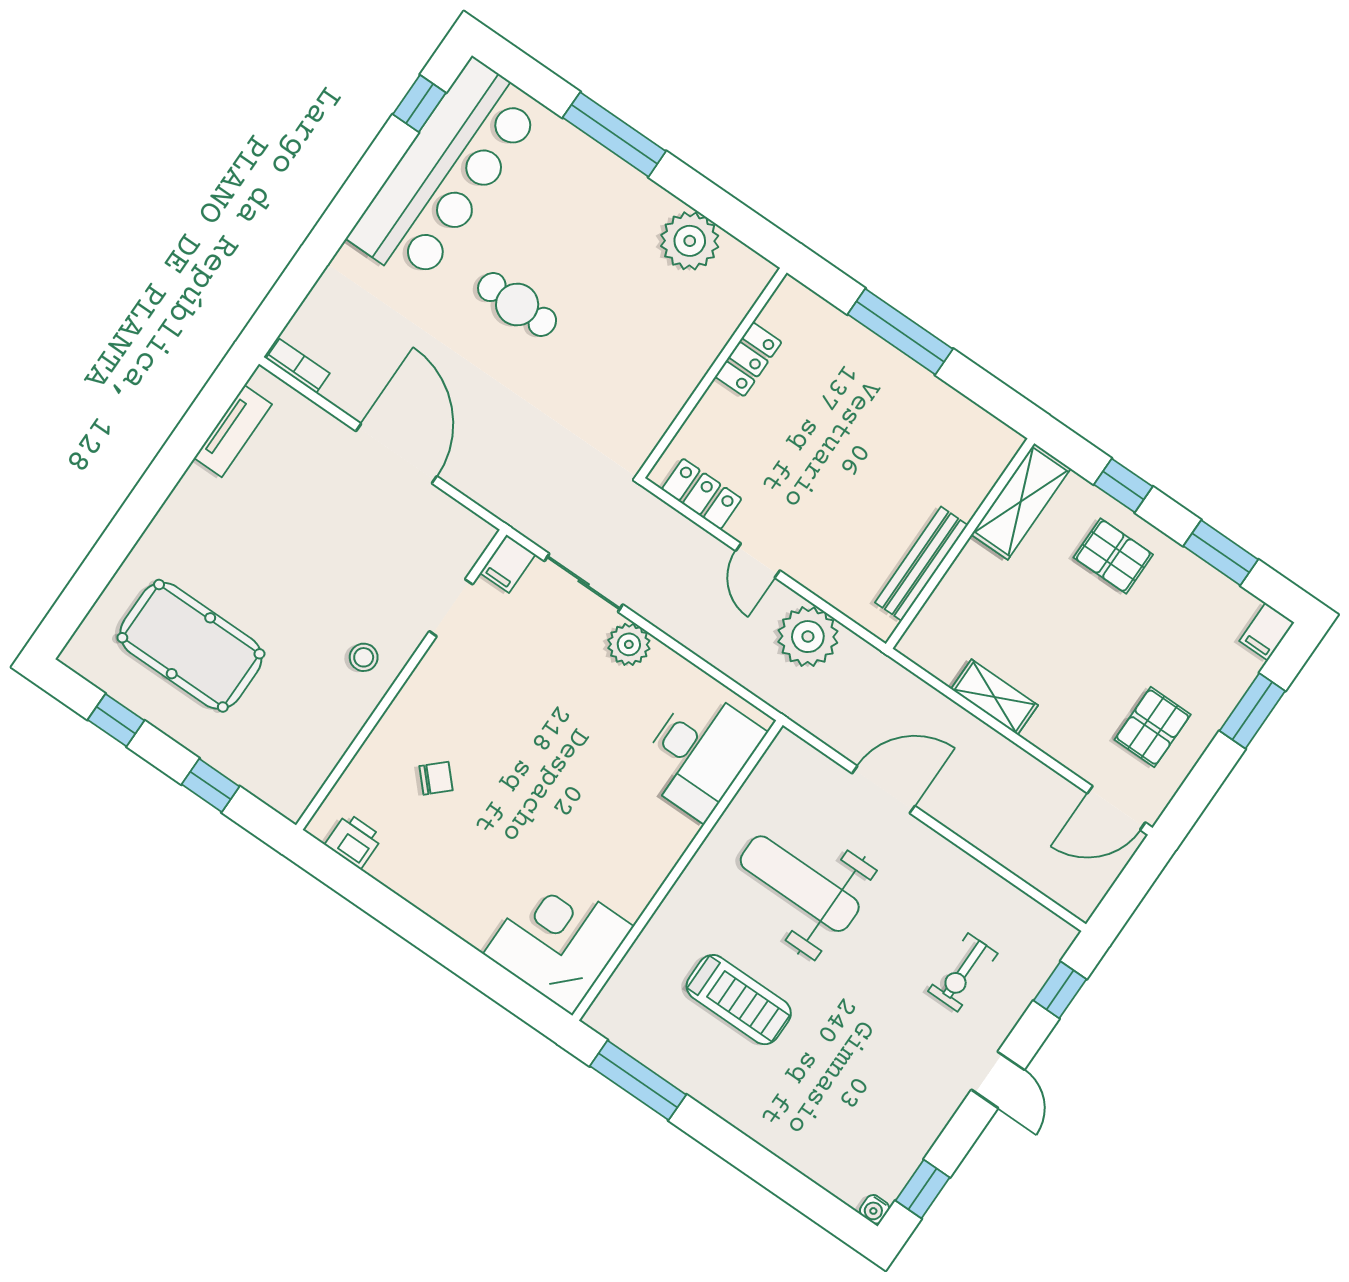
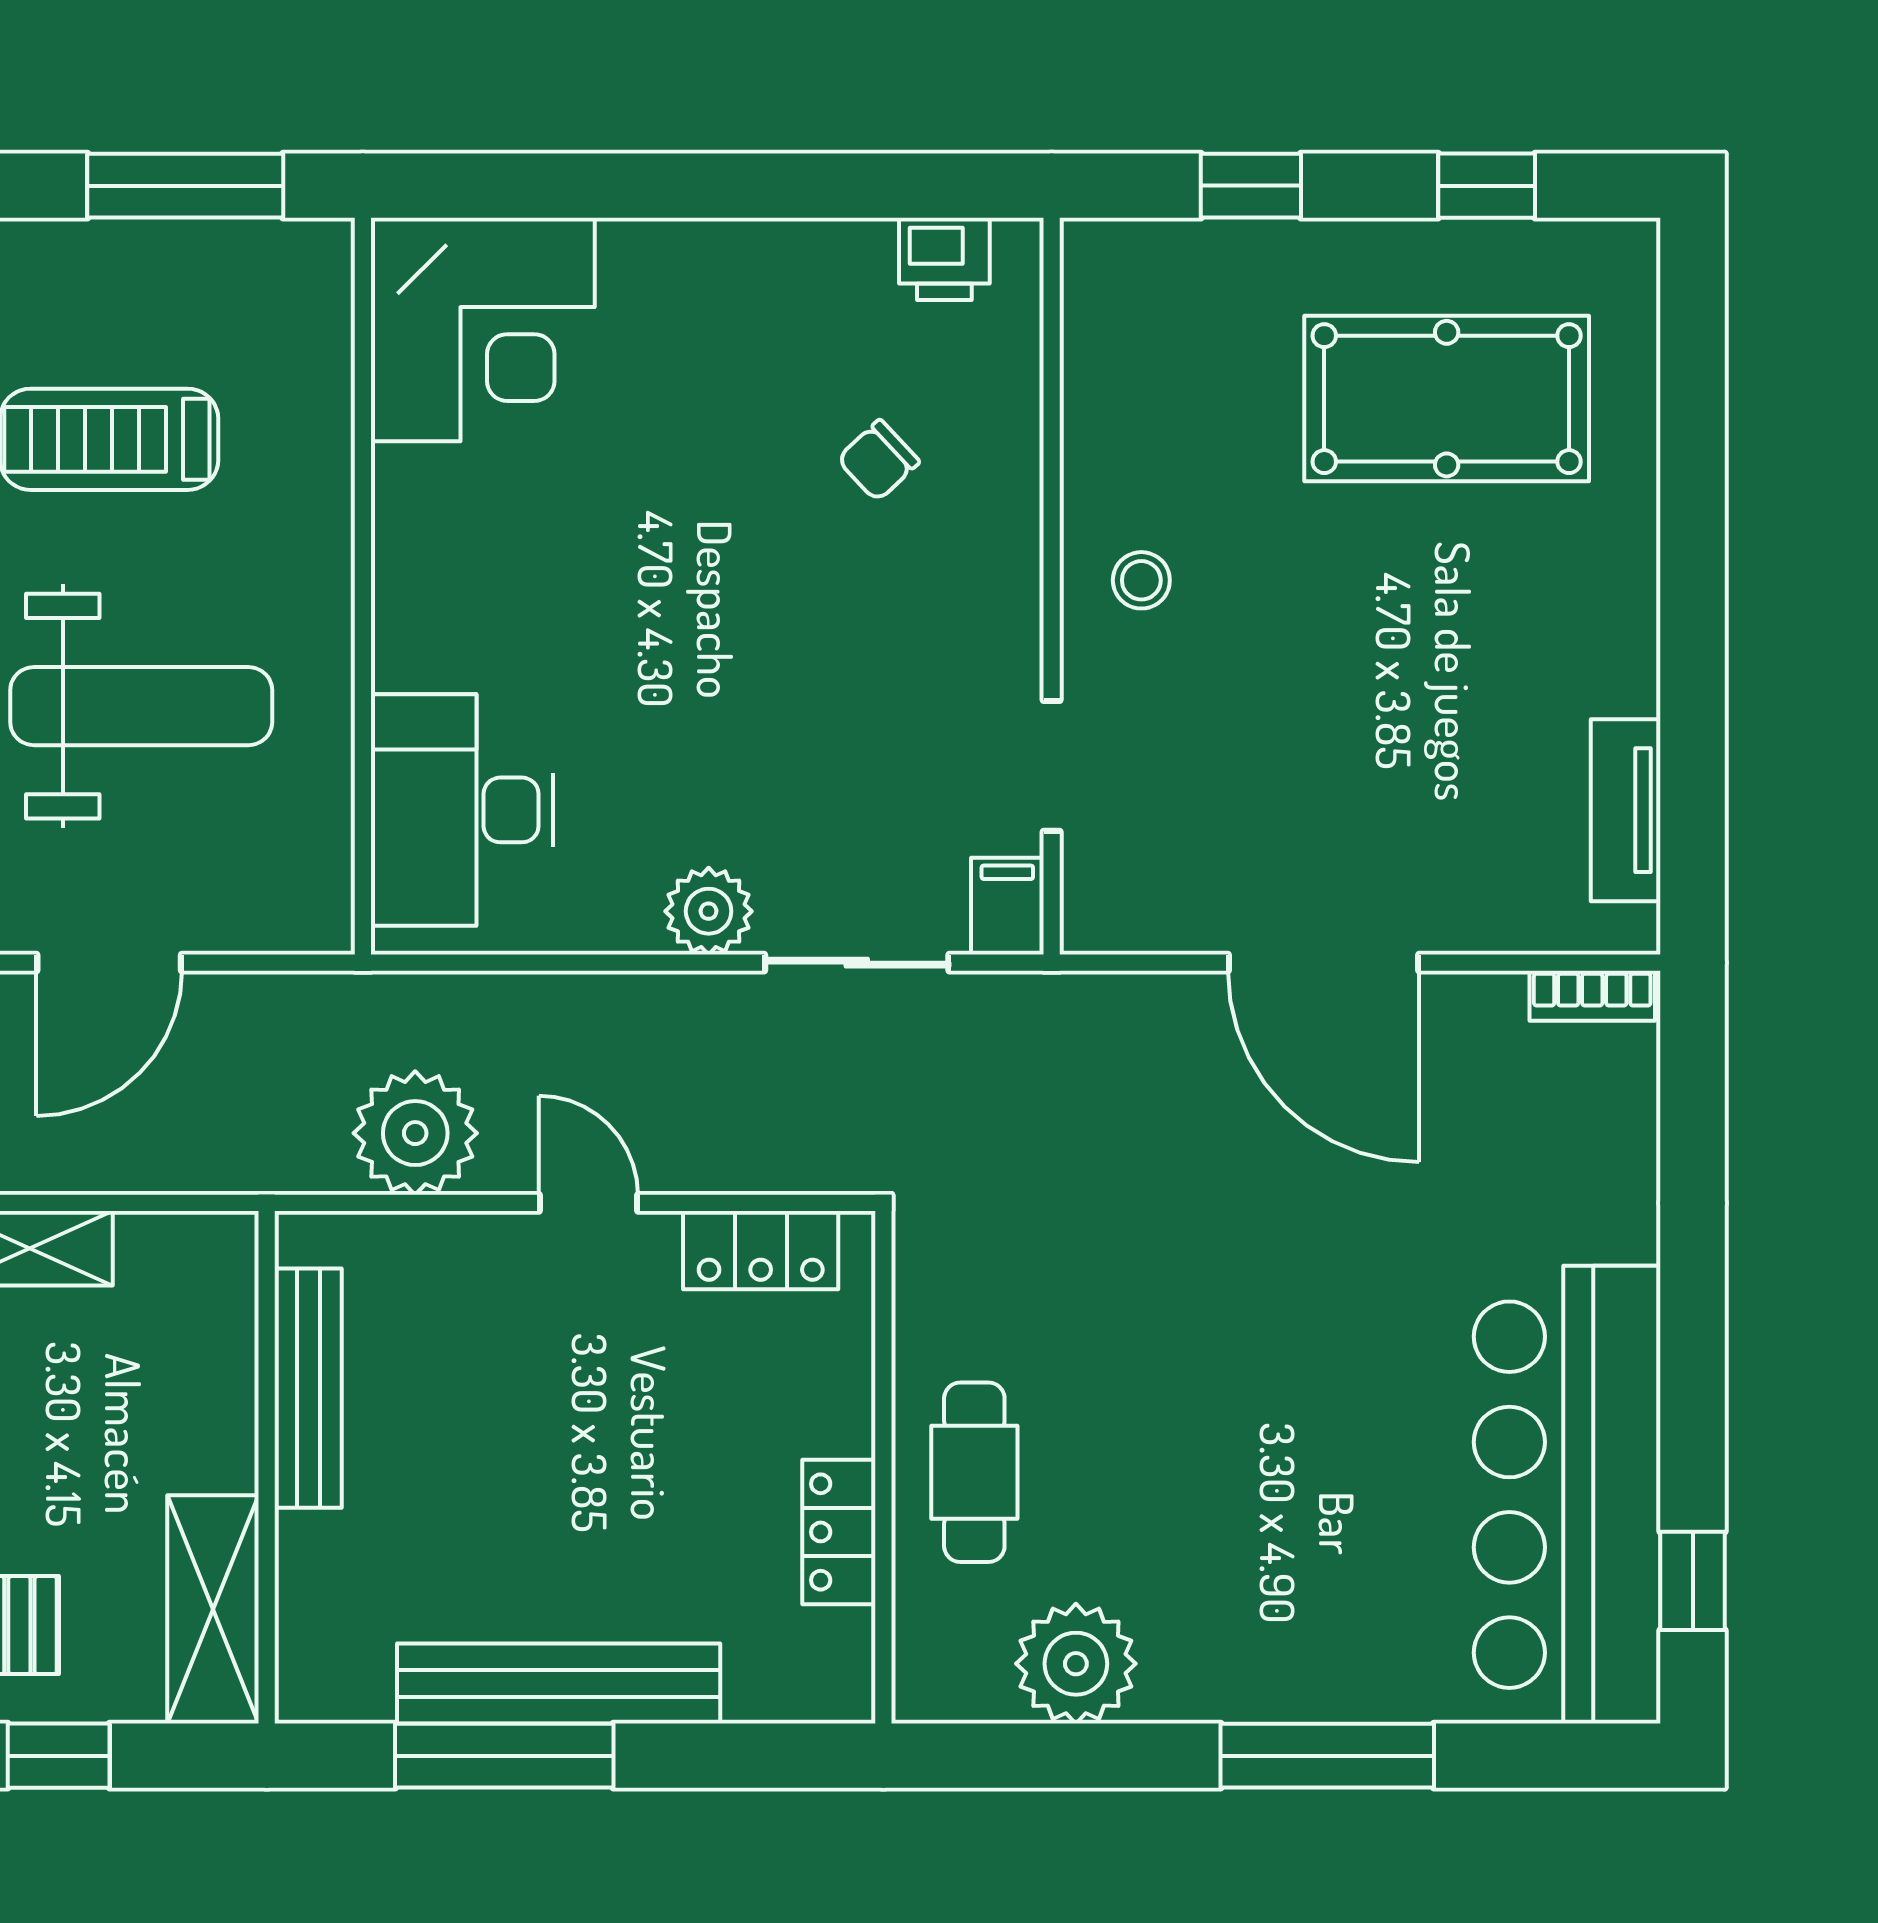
cafe table: (517, 304) -> (974, 1472), moved, turned 90
window: (900, 332) -> (504, 1756), moved
bench: (903, 376) -> (559, 1683), added

